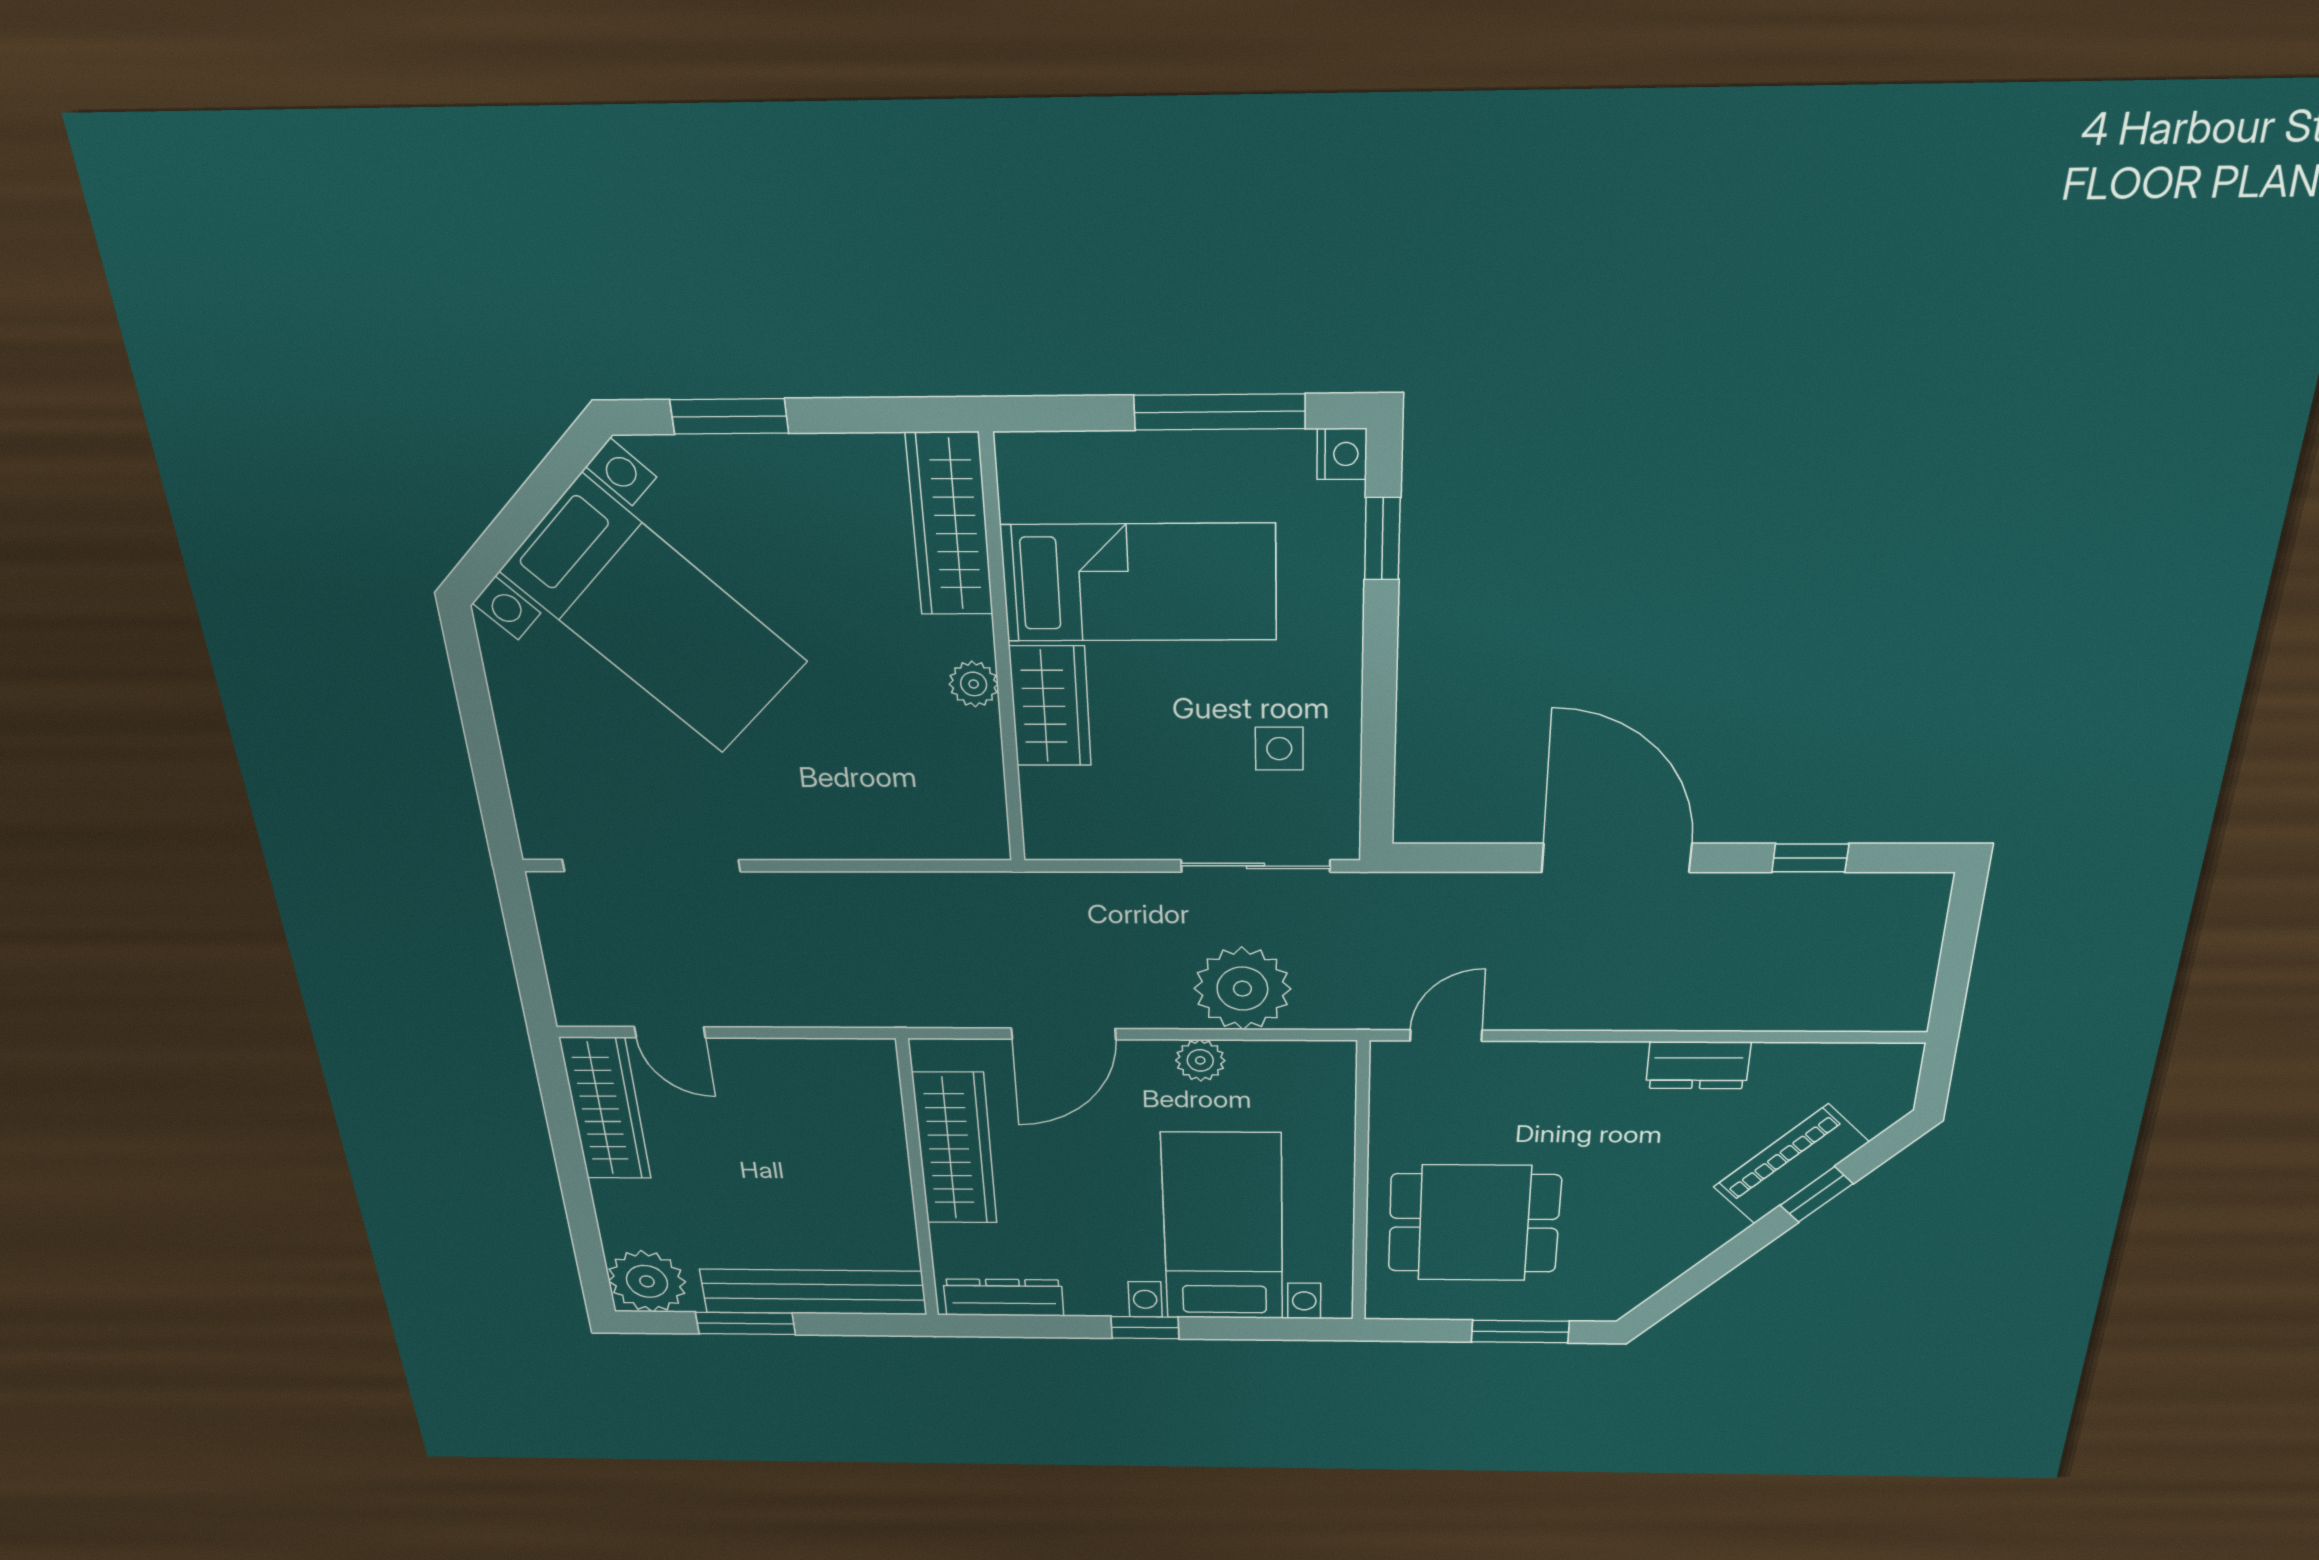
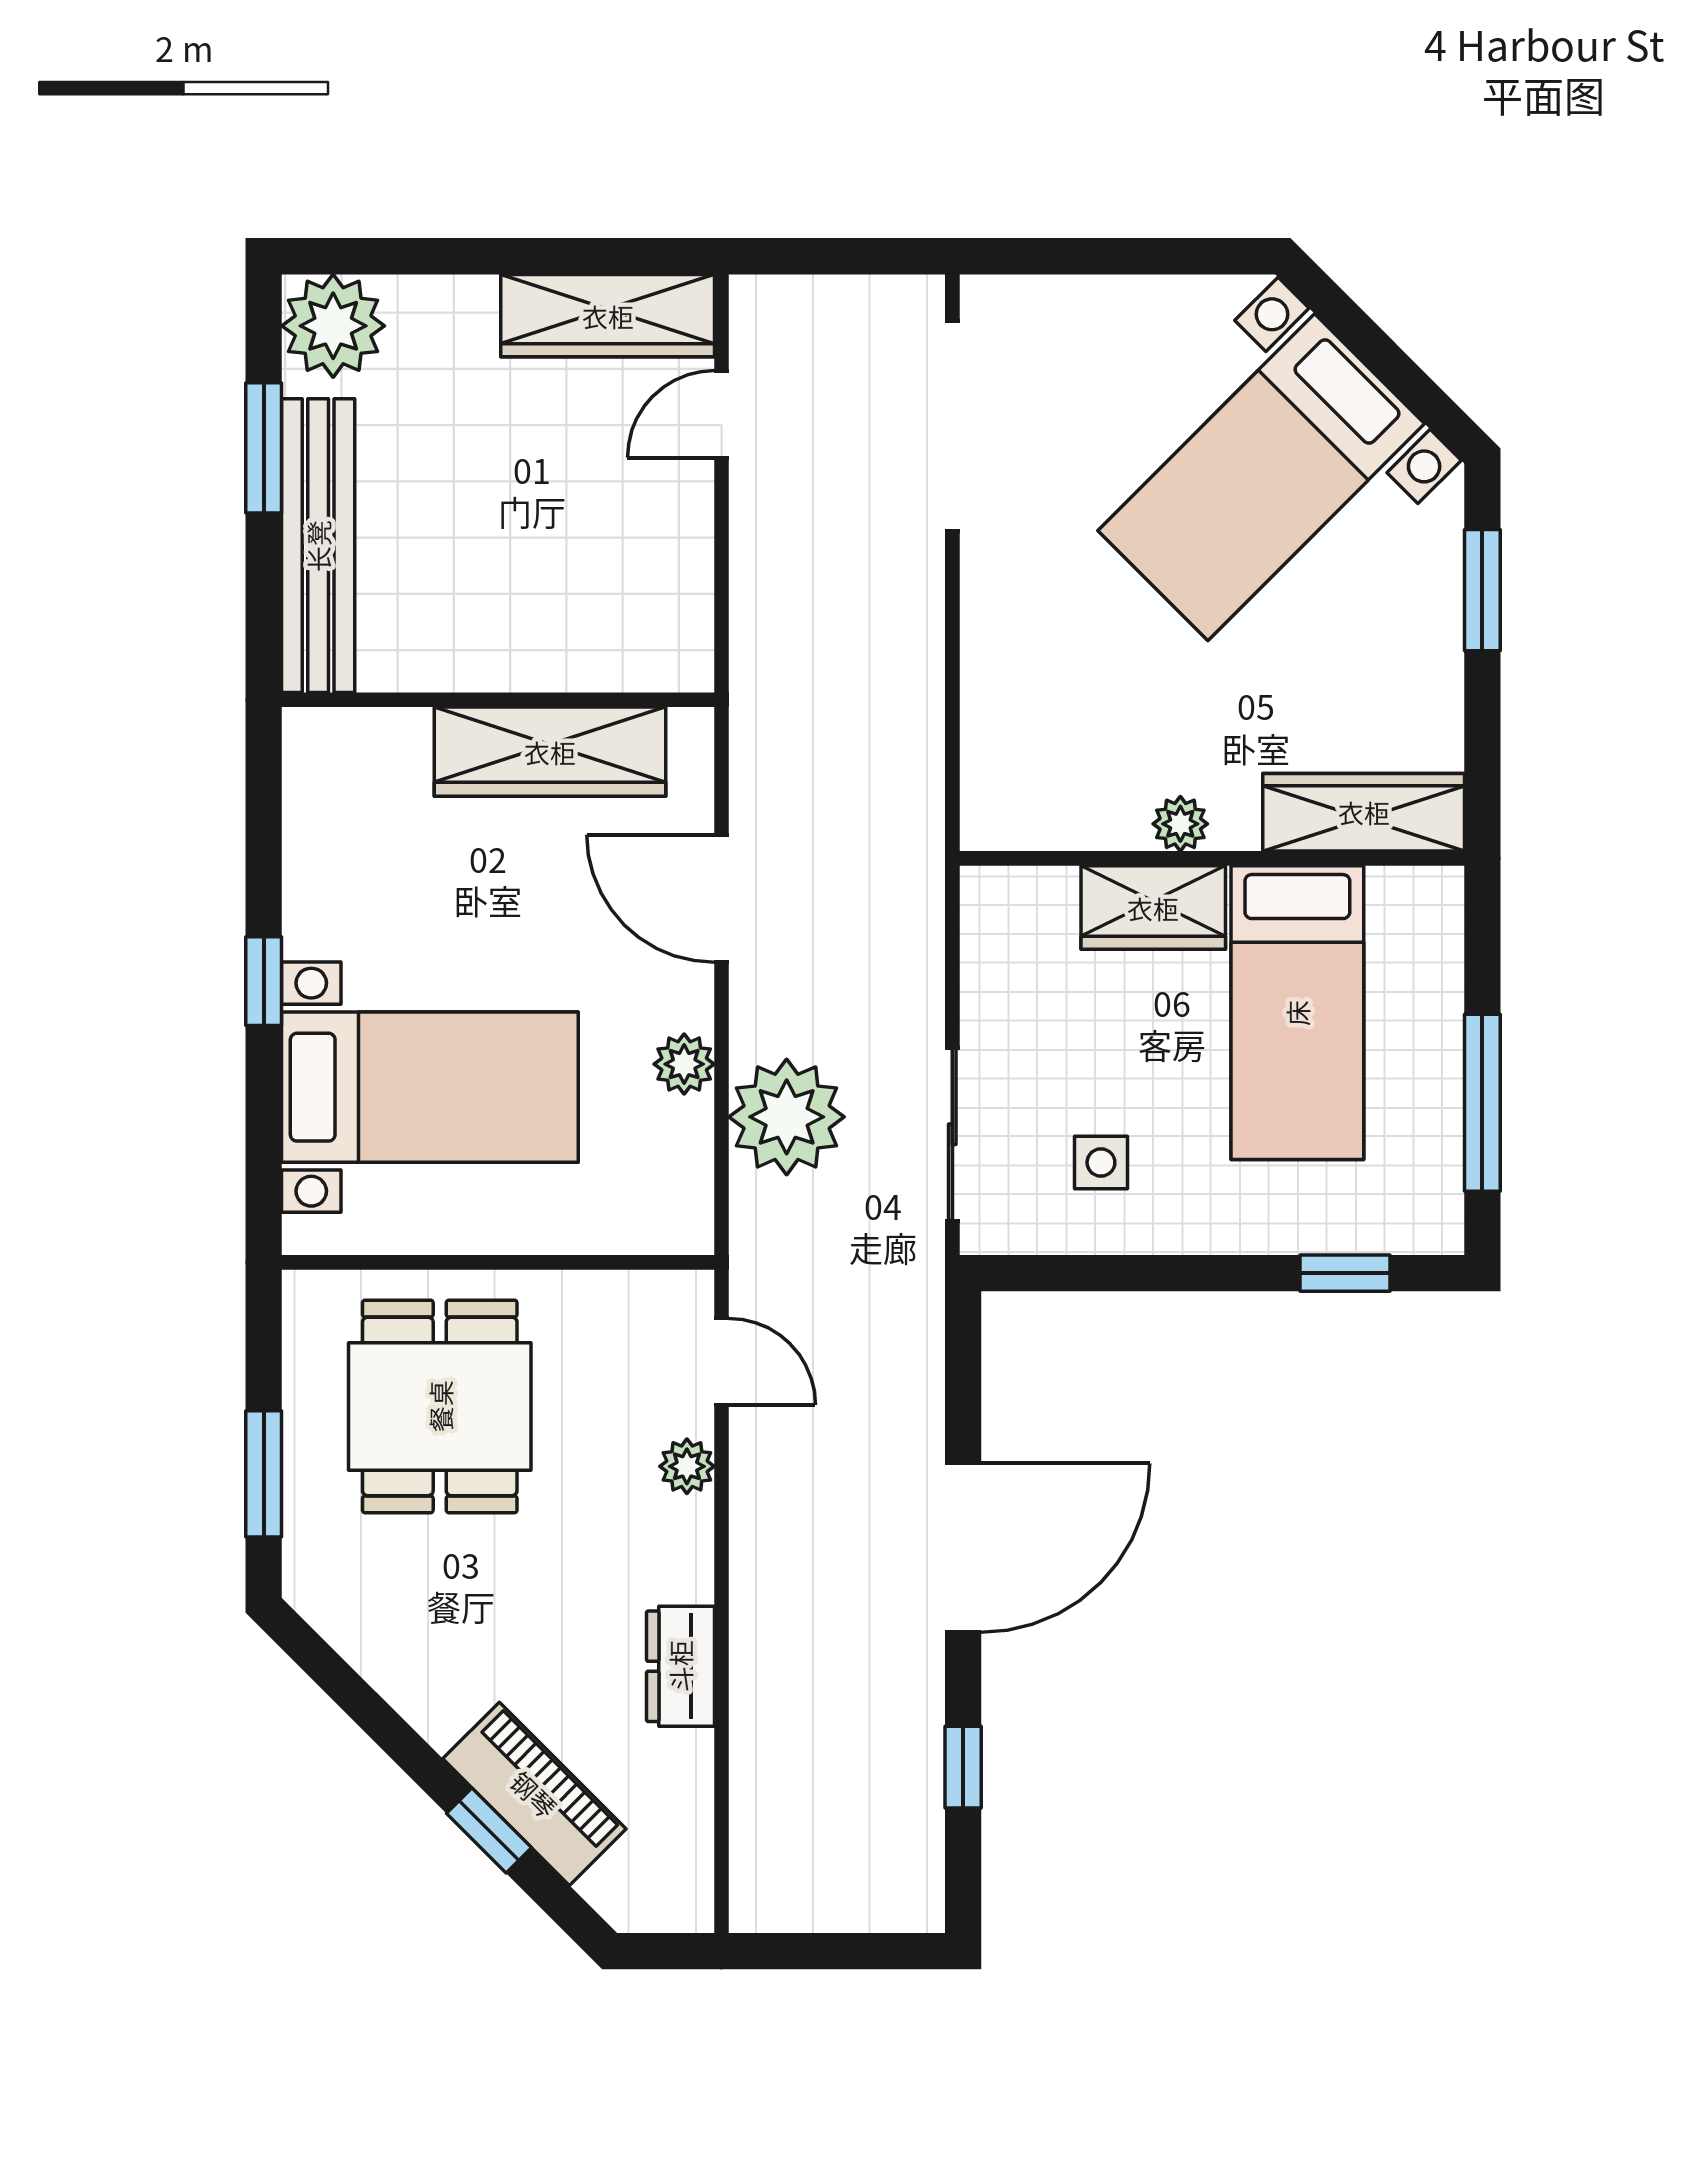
nightstand: (1342, 454) -> (1437, 1229), removed
plant: (1532, 1060) -> (687, 1466), added
dresser: (1004, 1298) -> (312, 797), removed

